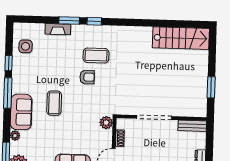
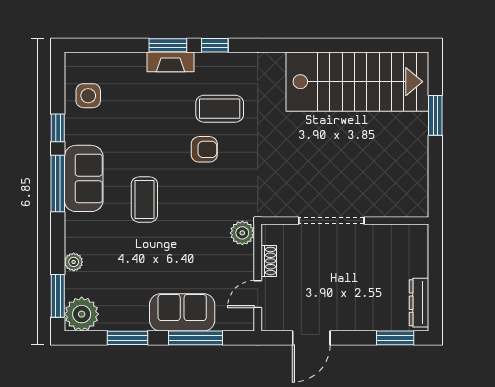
fireplace: (58, 29) -> (171, 62), moved
stairs: (181, 38) -> (357, 82), width x1.36, depth x1.51
window: (211, 87) -> (435, 115), moved
sofa: (21, 112) -> (84, 178), moved
bench: (192, 126) -> (402, 234), removed

